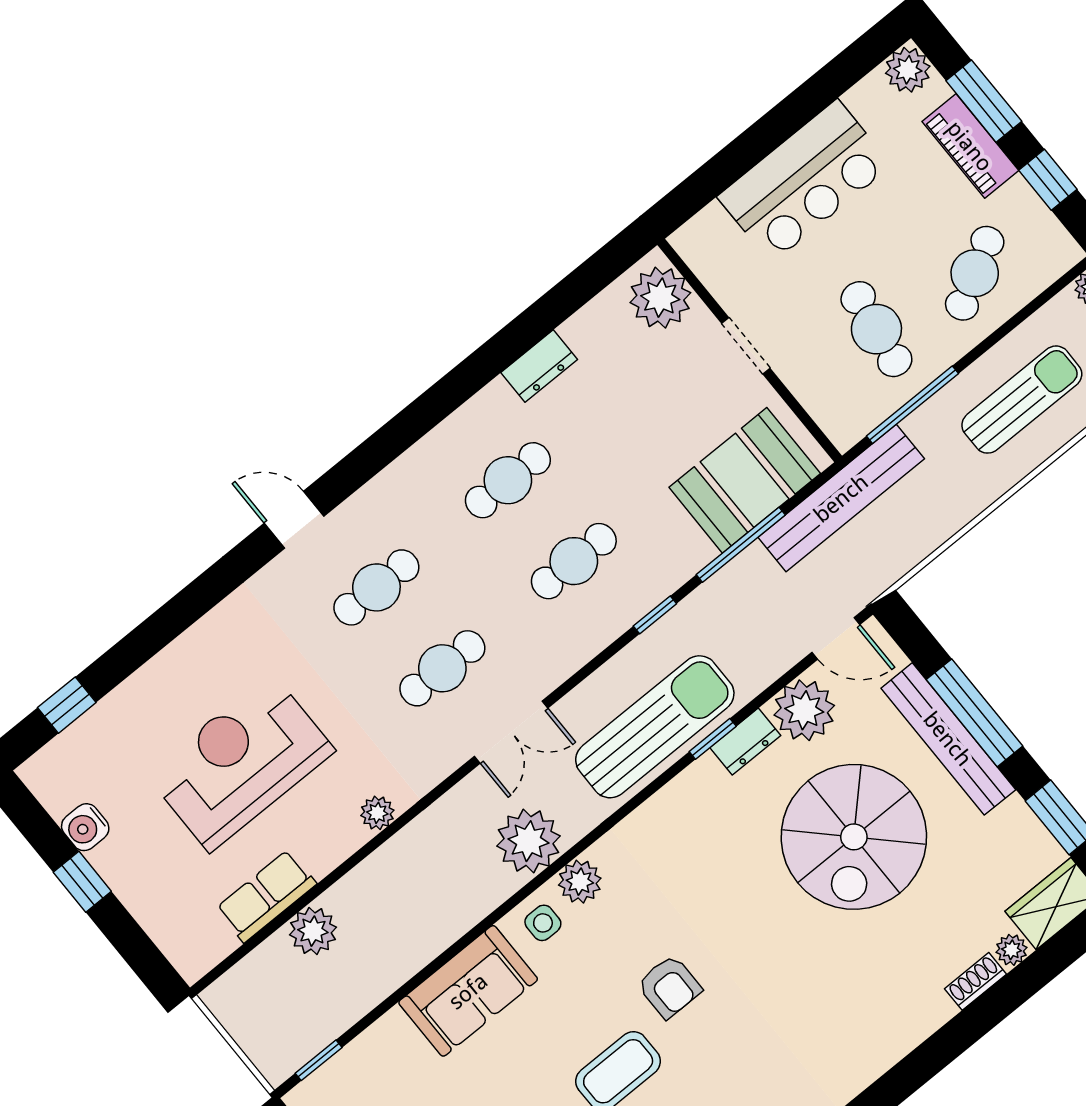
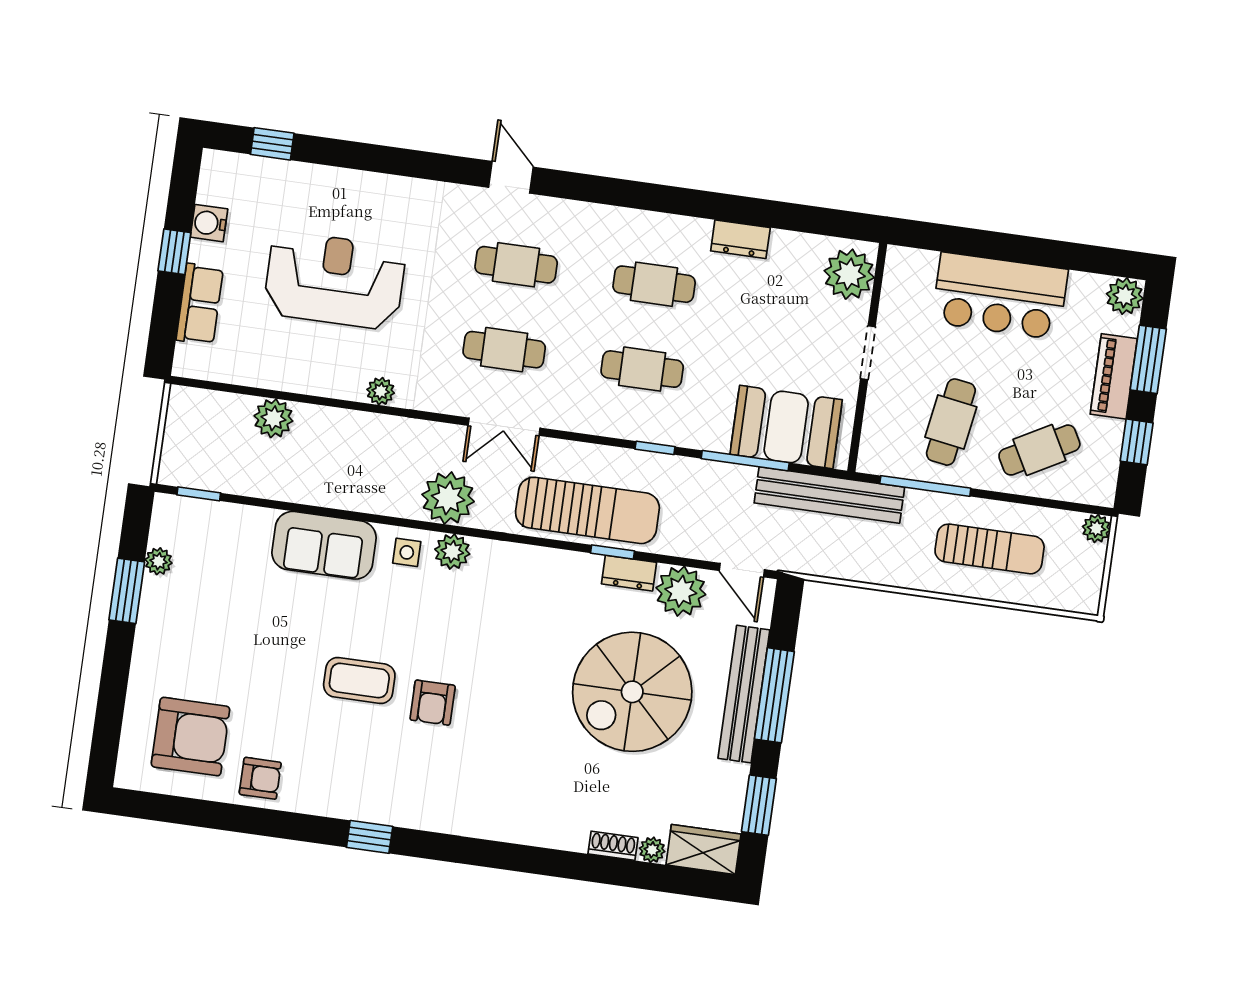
row of seats: (266, 896) -> (200, 304), moved, turned 90
armchair: (669, 987) -> (433, 703), moved

